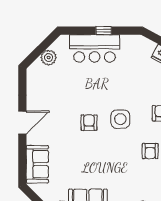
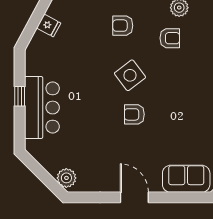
plant: (49, 58) -> (66, 178), moved
side table: (120, 119) -> (130, 75), turned -37

